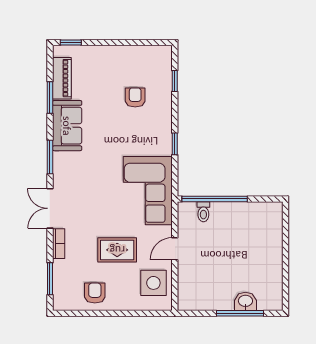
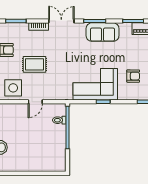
sofa: (67, 126) -> (103, 32), moved
corner sofa: (148, 191) -> (95, 84), moved
door: (175, 249) -> (35, 102), swing flipped
rug: (117, 250) -> (34, 64), turned 90

